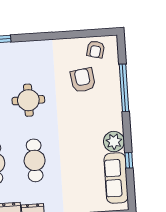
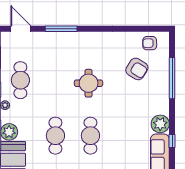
armchair: (96, 49) -> (150, 43), turned 75
armchair: (83, 80) -> (137, 69), turned 130

